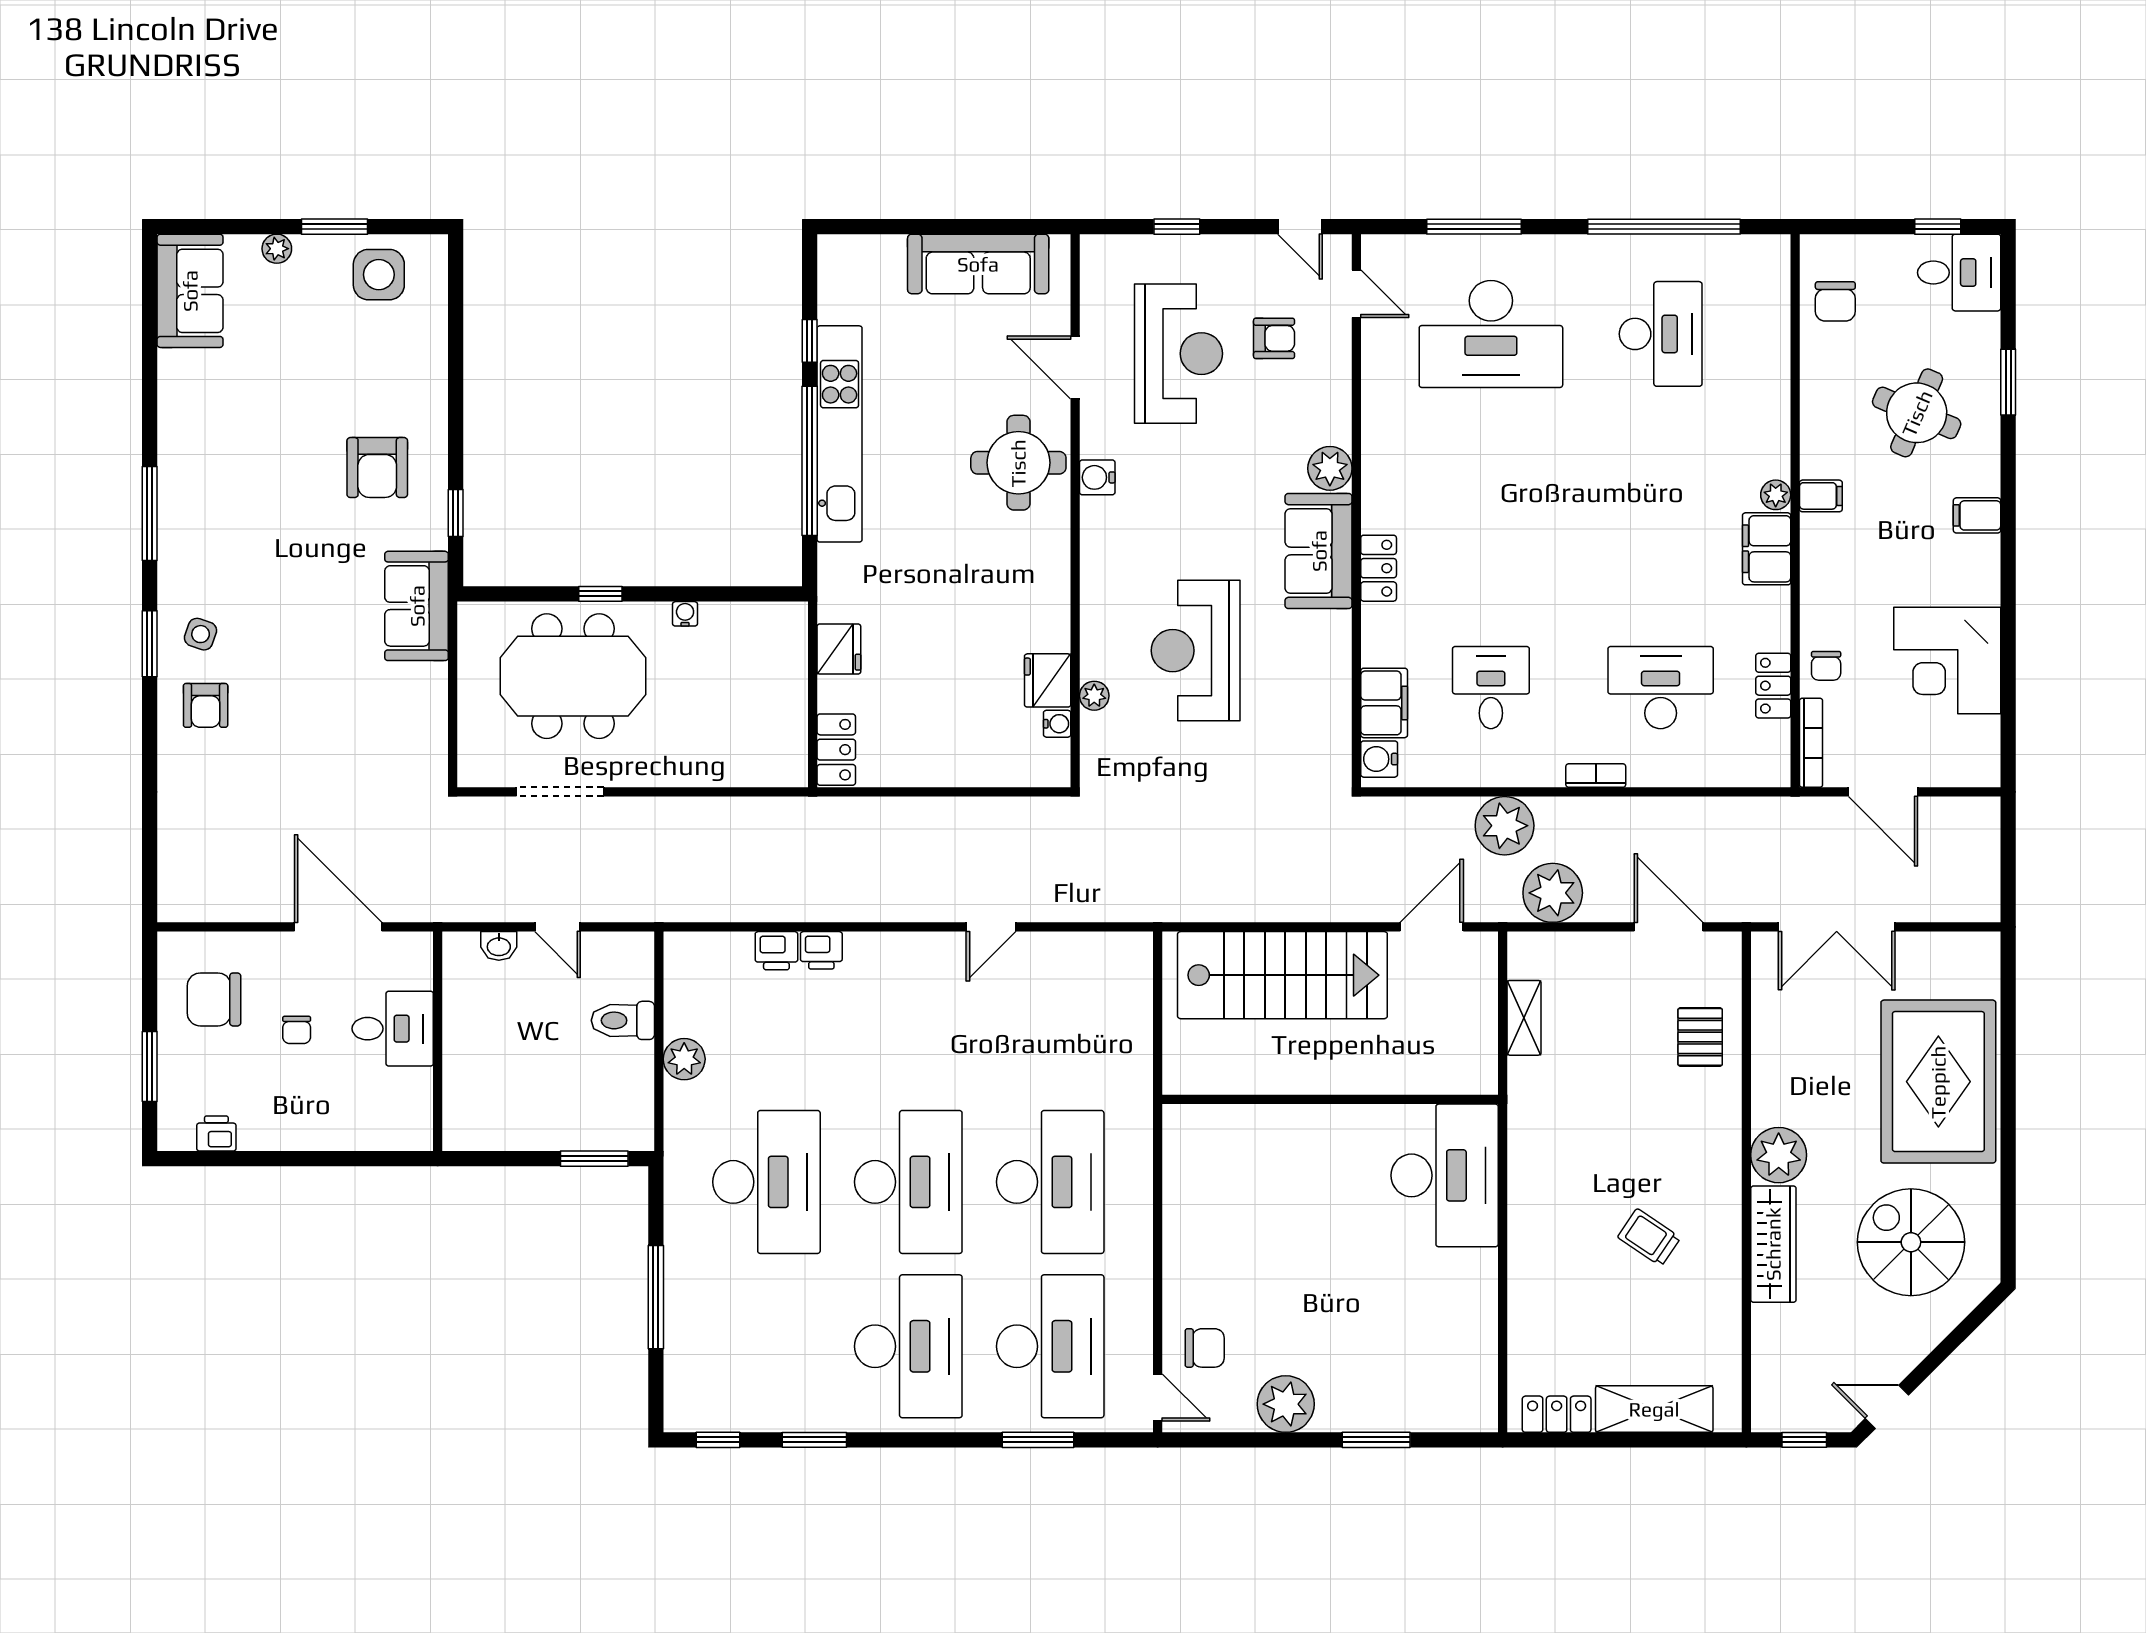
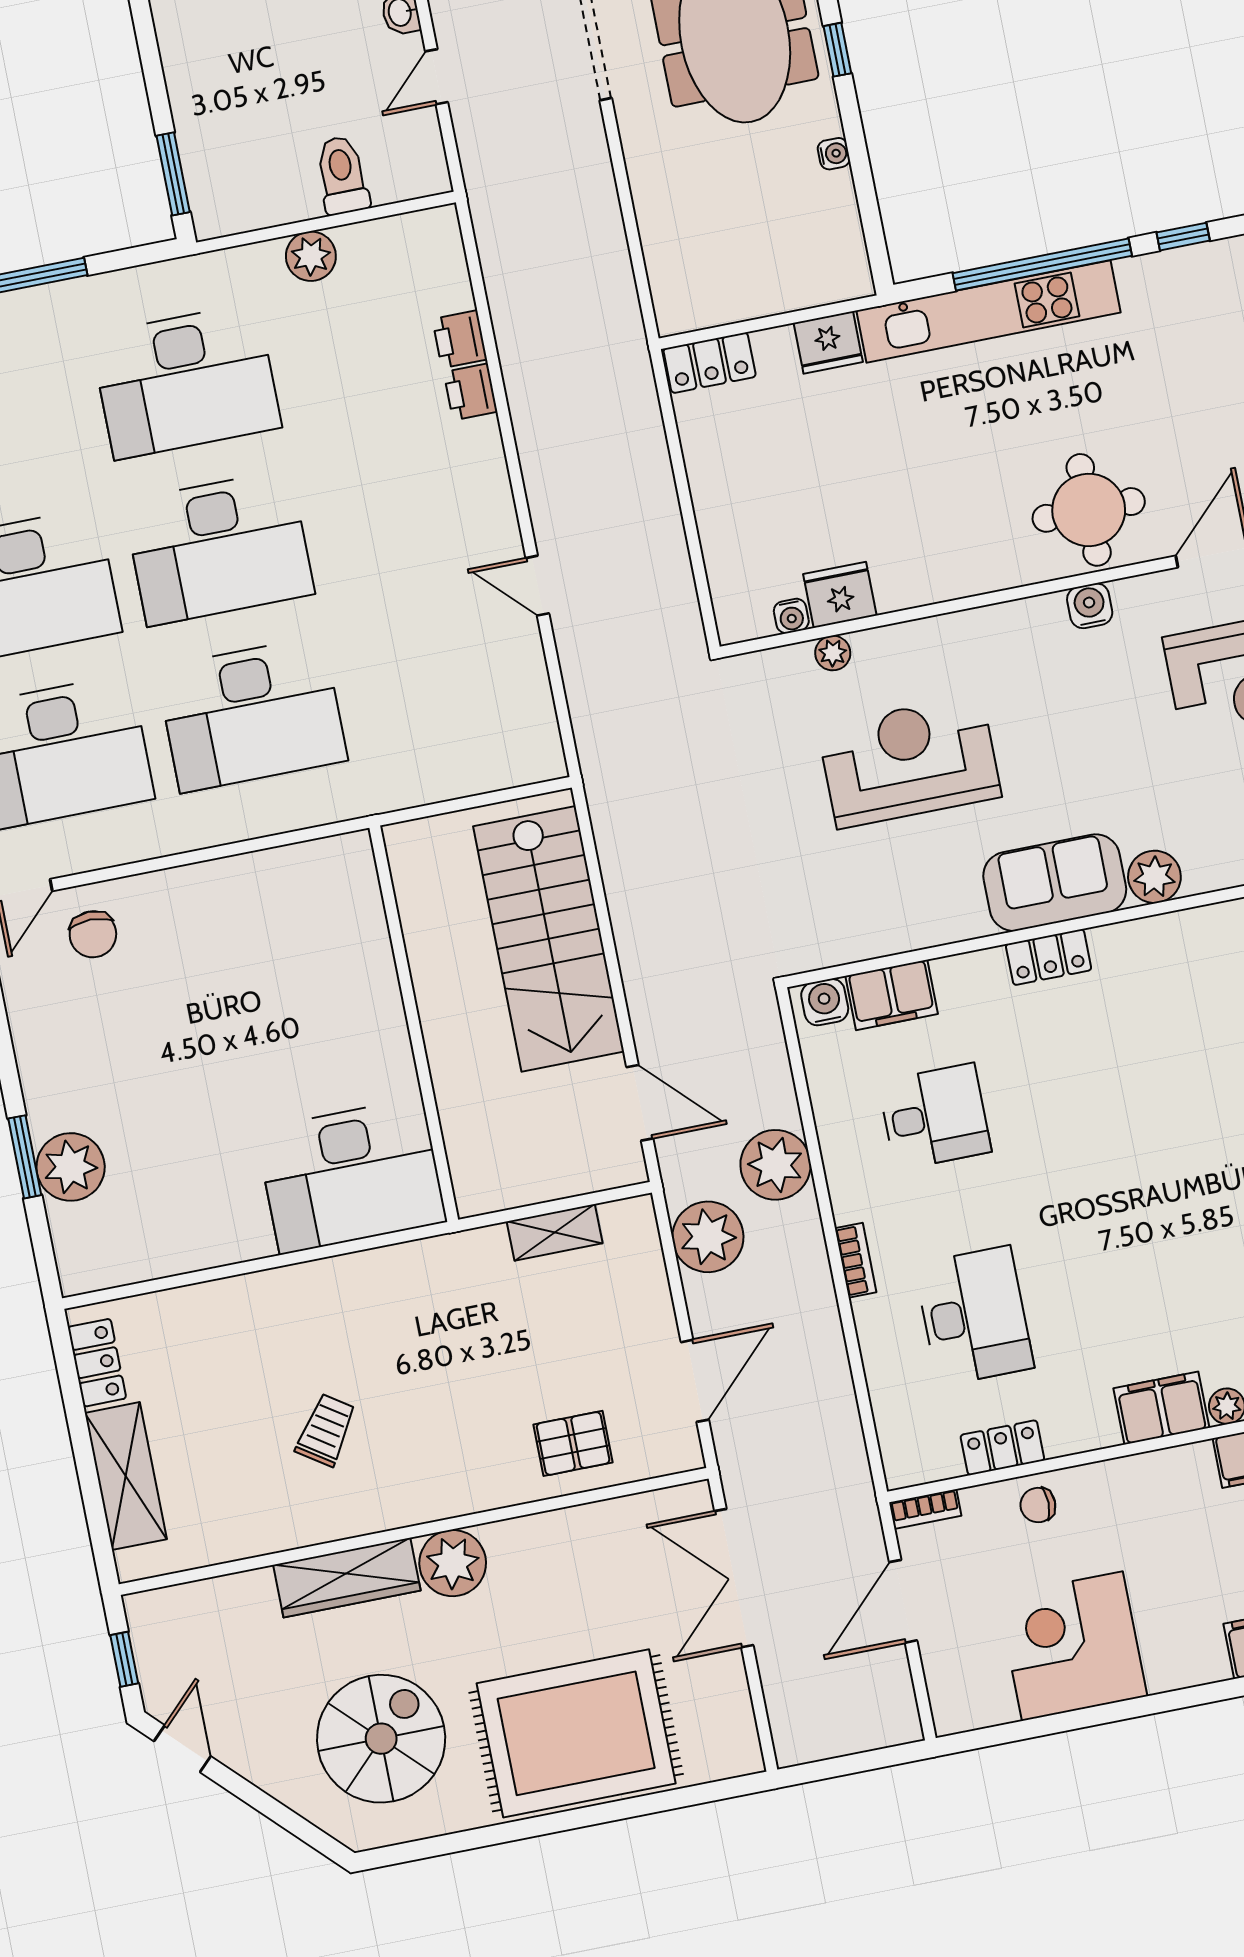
kitchen unit: (840, 434) -> (989, 312), moved
bookcase: (1811, 743) -> (925, 1509), width x0.64
plant: (1286, 1404) -> (71, 1167), moved

